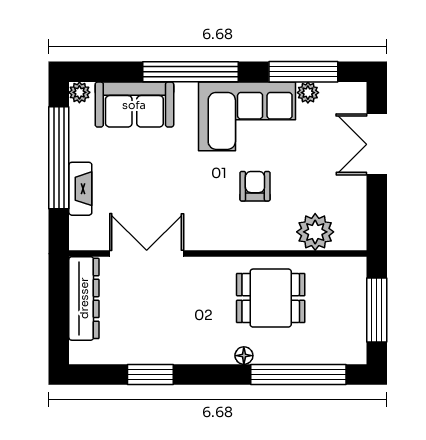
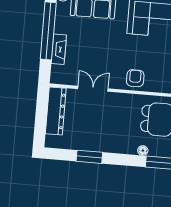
armchair: (255, 186) -> (135, 78), moved
double door: (147, 254) -> (93, 89), width x0.73

